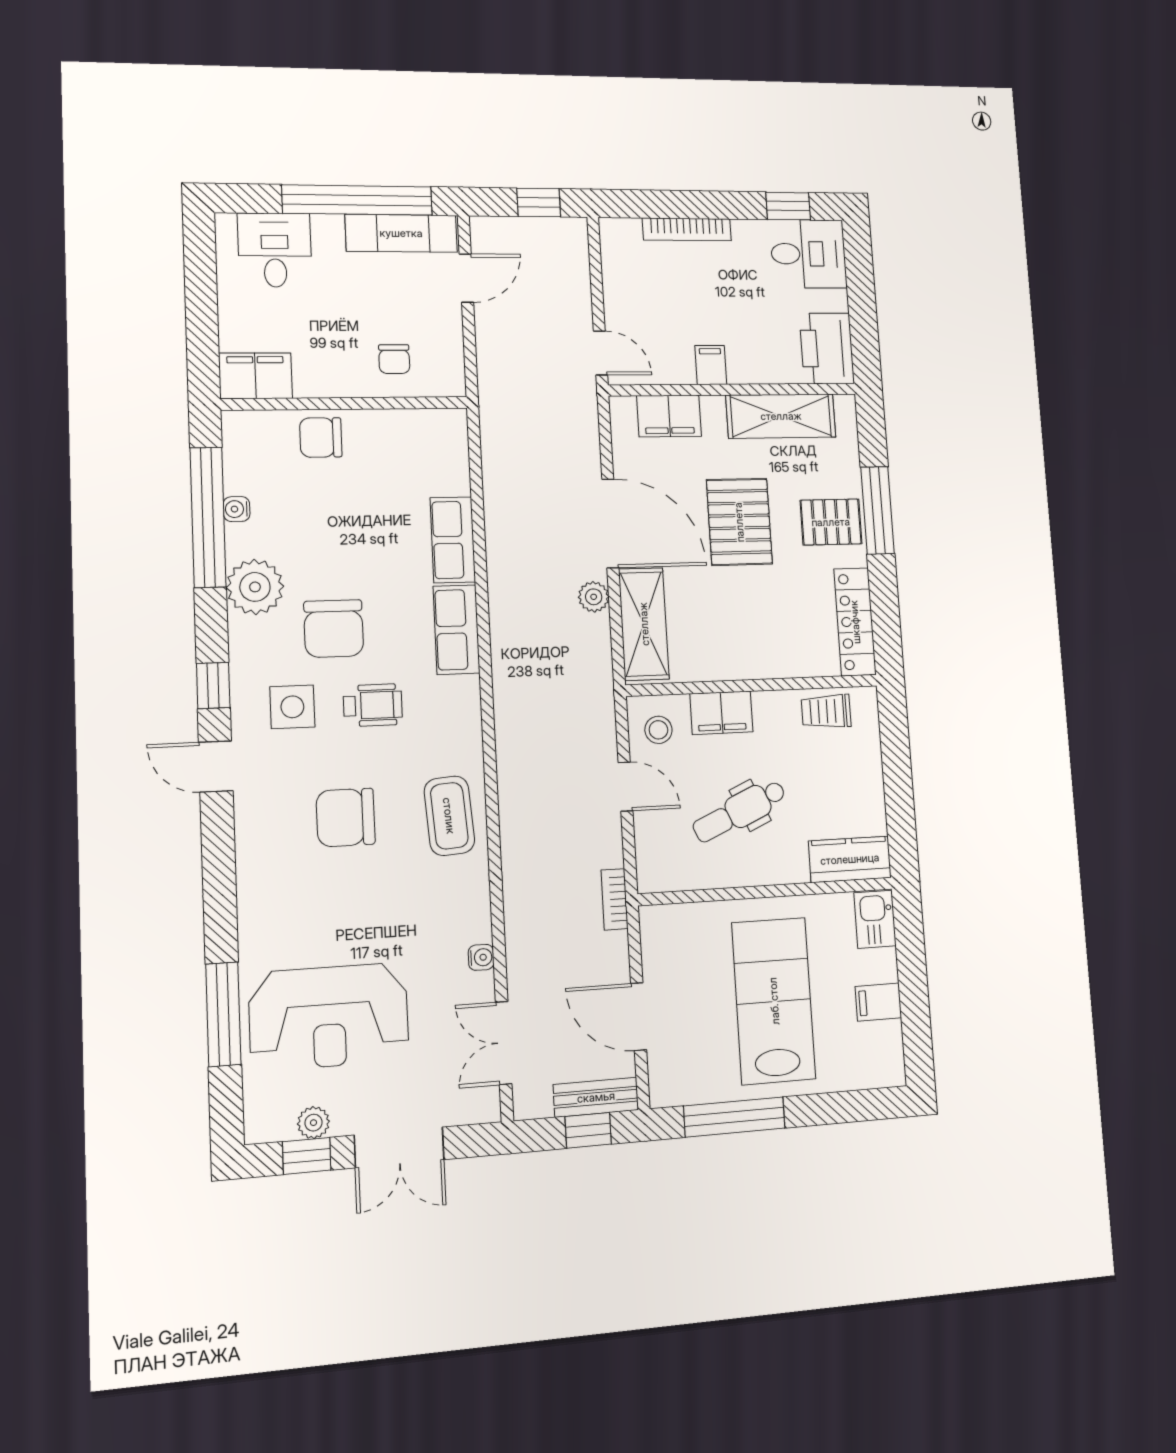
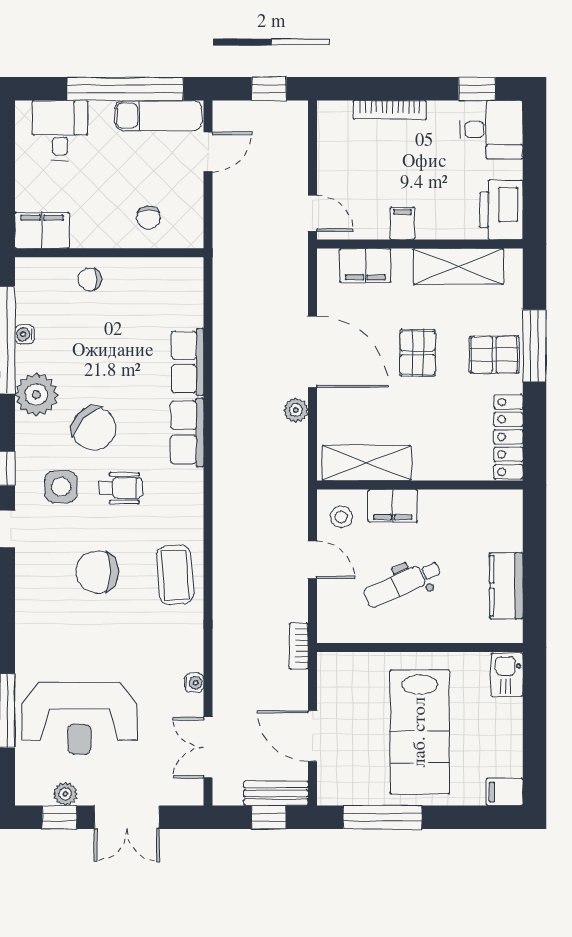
chair: (321, 437) -> (90, 279), width x0.73, depth x0.73
pallet: (739, 522) -> (418, 353), width x0.67, depth x0.71
shelving: (644, 624) -> (367, 463), moved, turned 90
chair: (334, 629) -> (94, 428), turned -45
trolley: (826, 711) -> (479, 508), removed
kitchen counter: (850, 859) -> (506, 586), moved, turned -90
lab bench: (774, 1001) -> (420, 732), turned 180
filing cabinet: (878, 1002) -> (505, 792), moved

